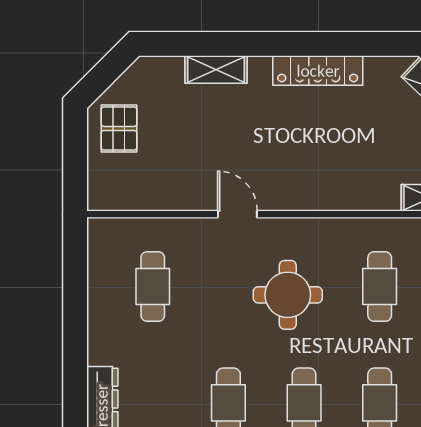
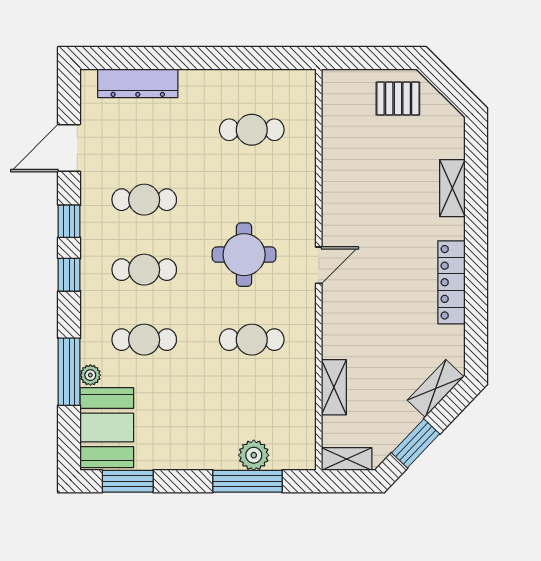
door: (237, 214) -> (319, 265), moved

